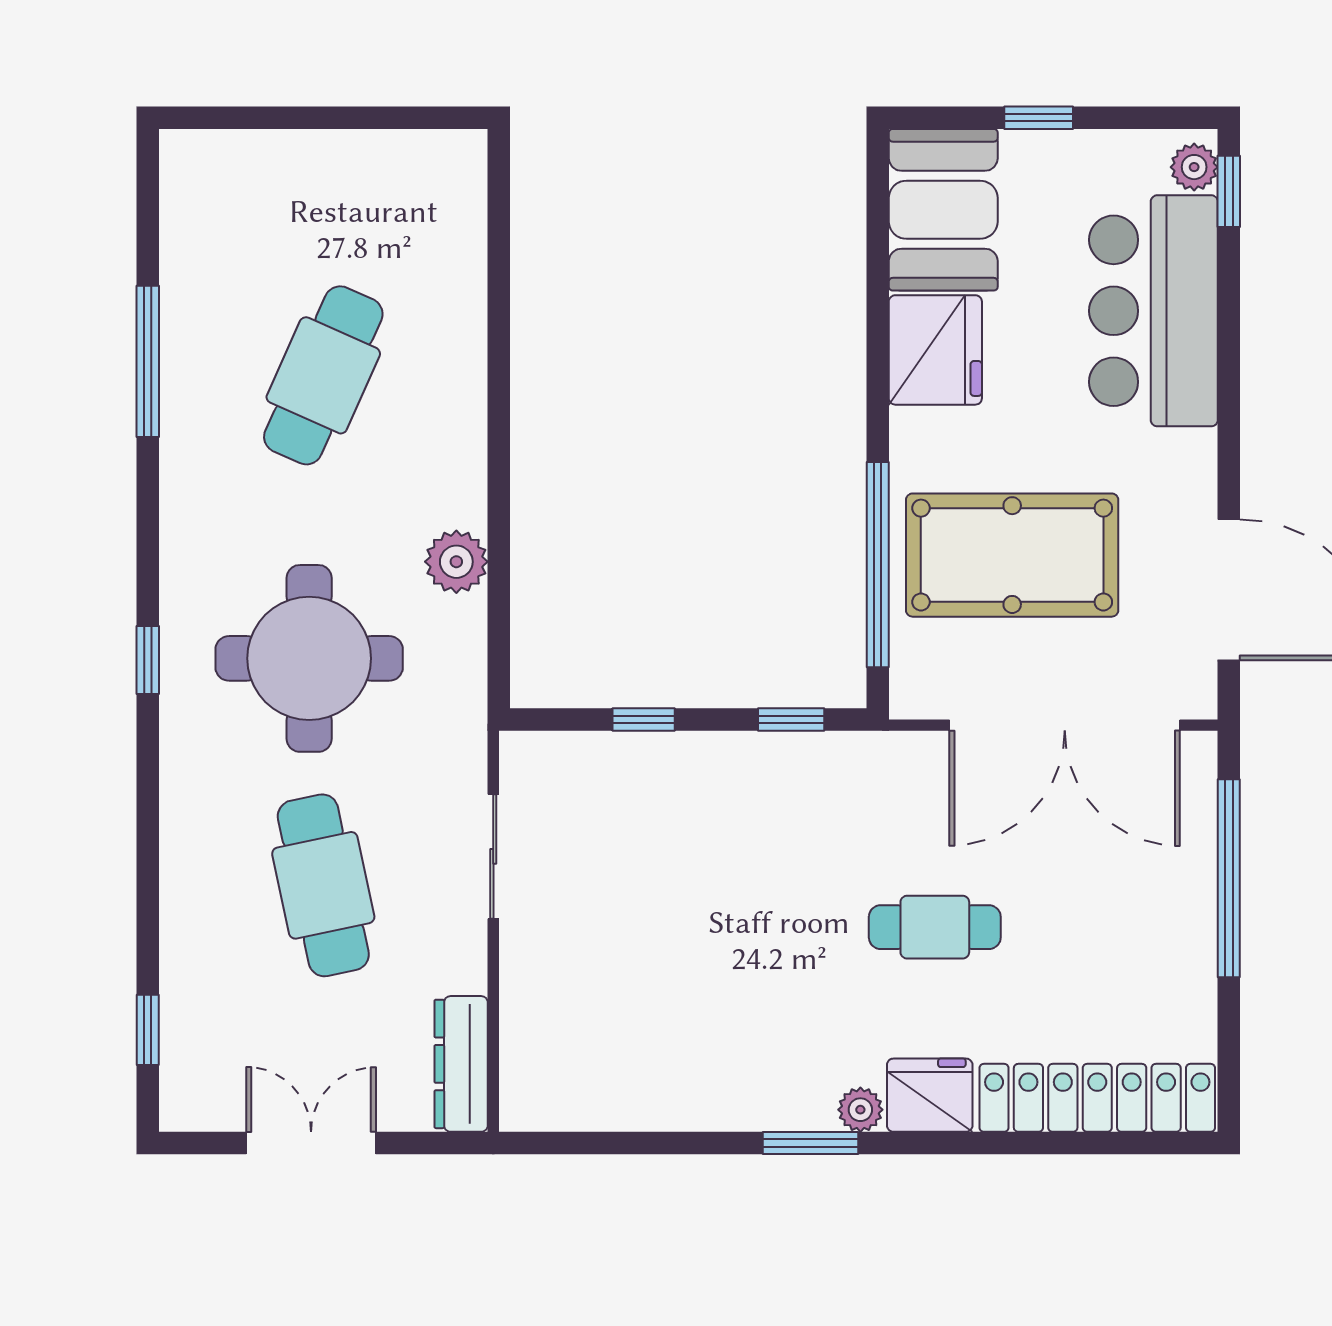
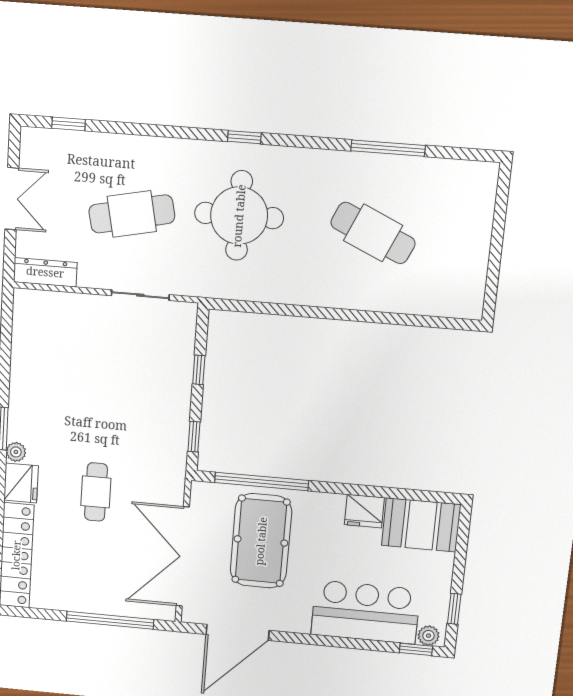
window: (1039, 118) -> (454, 609), moved
fridge: (935, 350) -> (364, 511), width x0.73, depth x0.75
plant: (456, 562) -> (279, 289), removed

